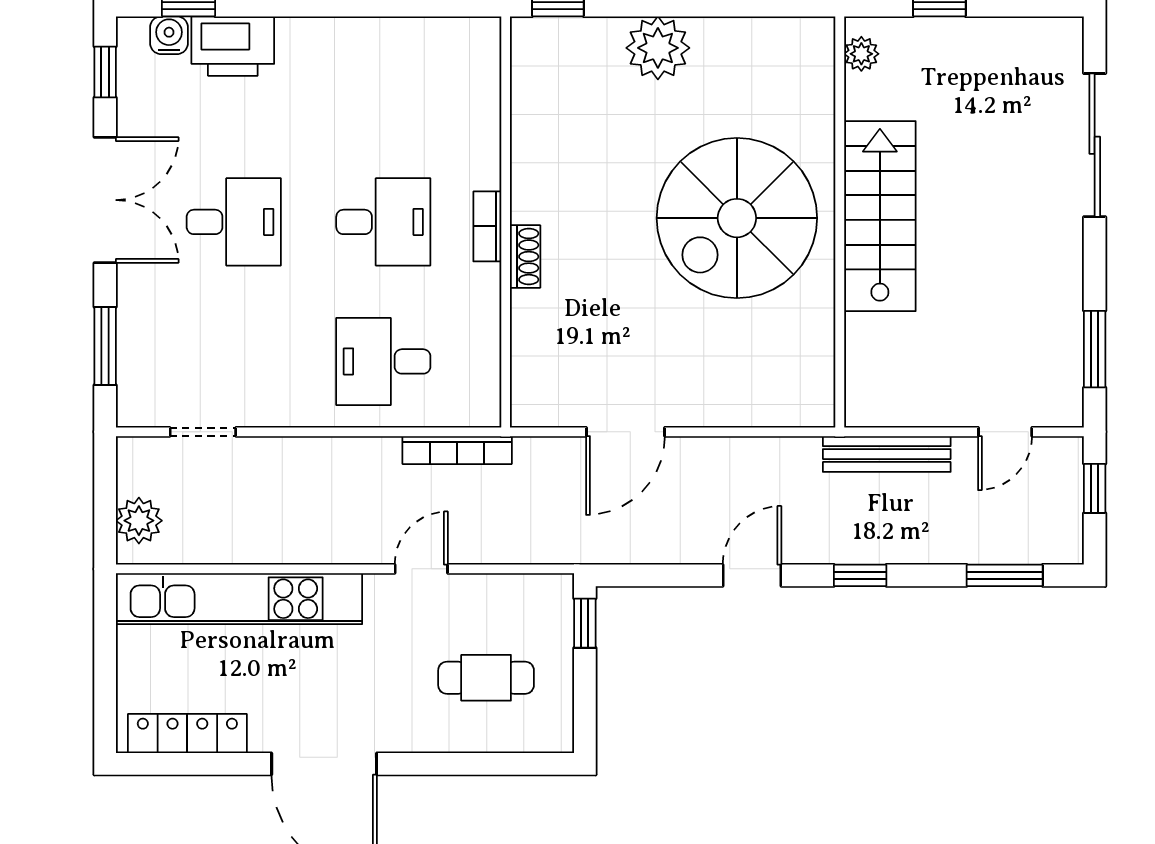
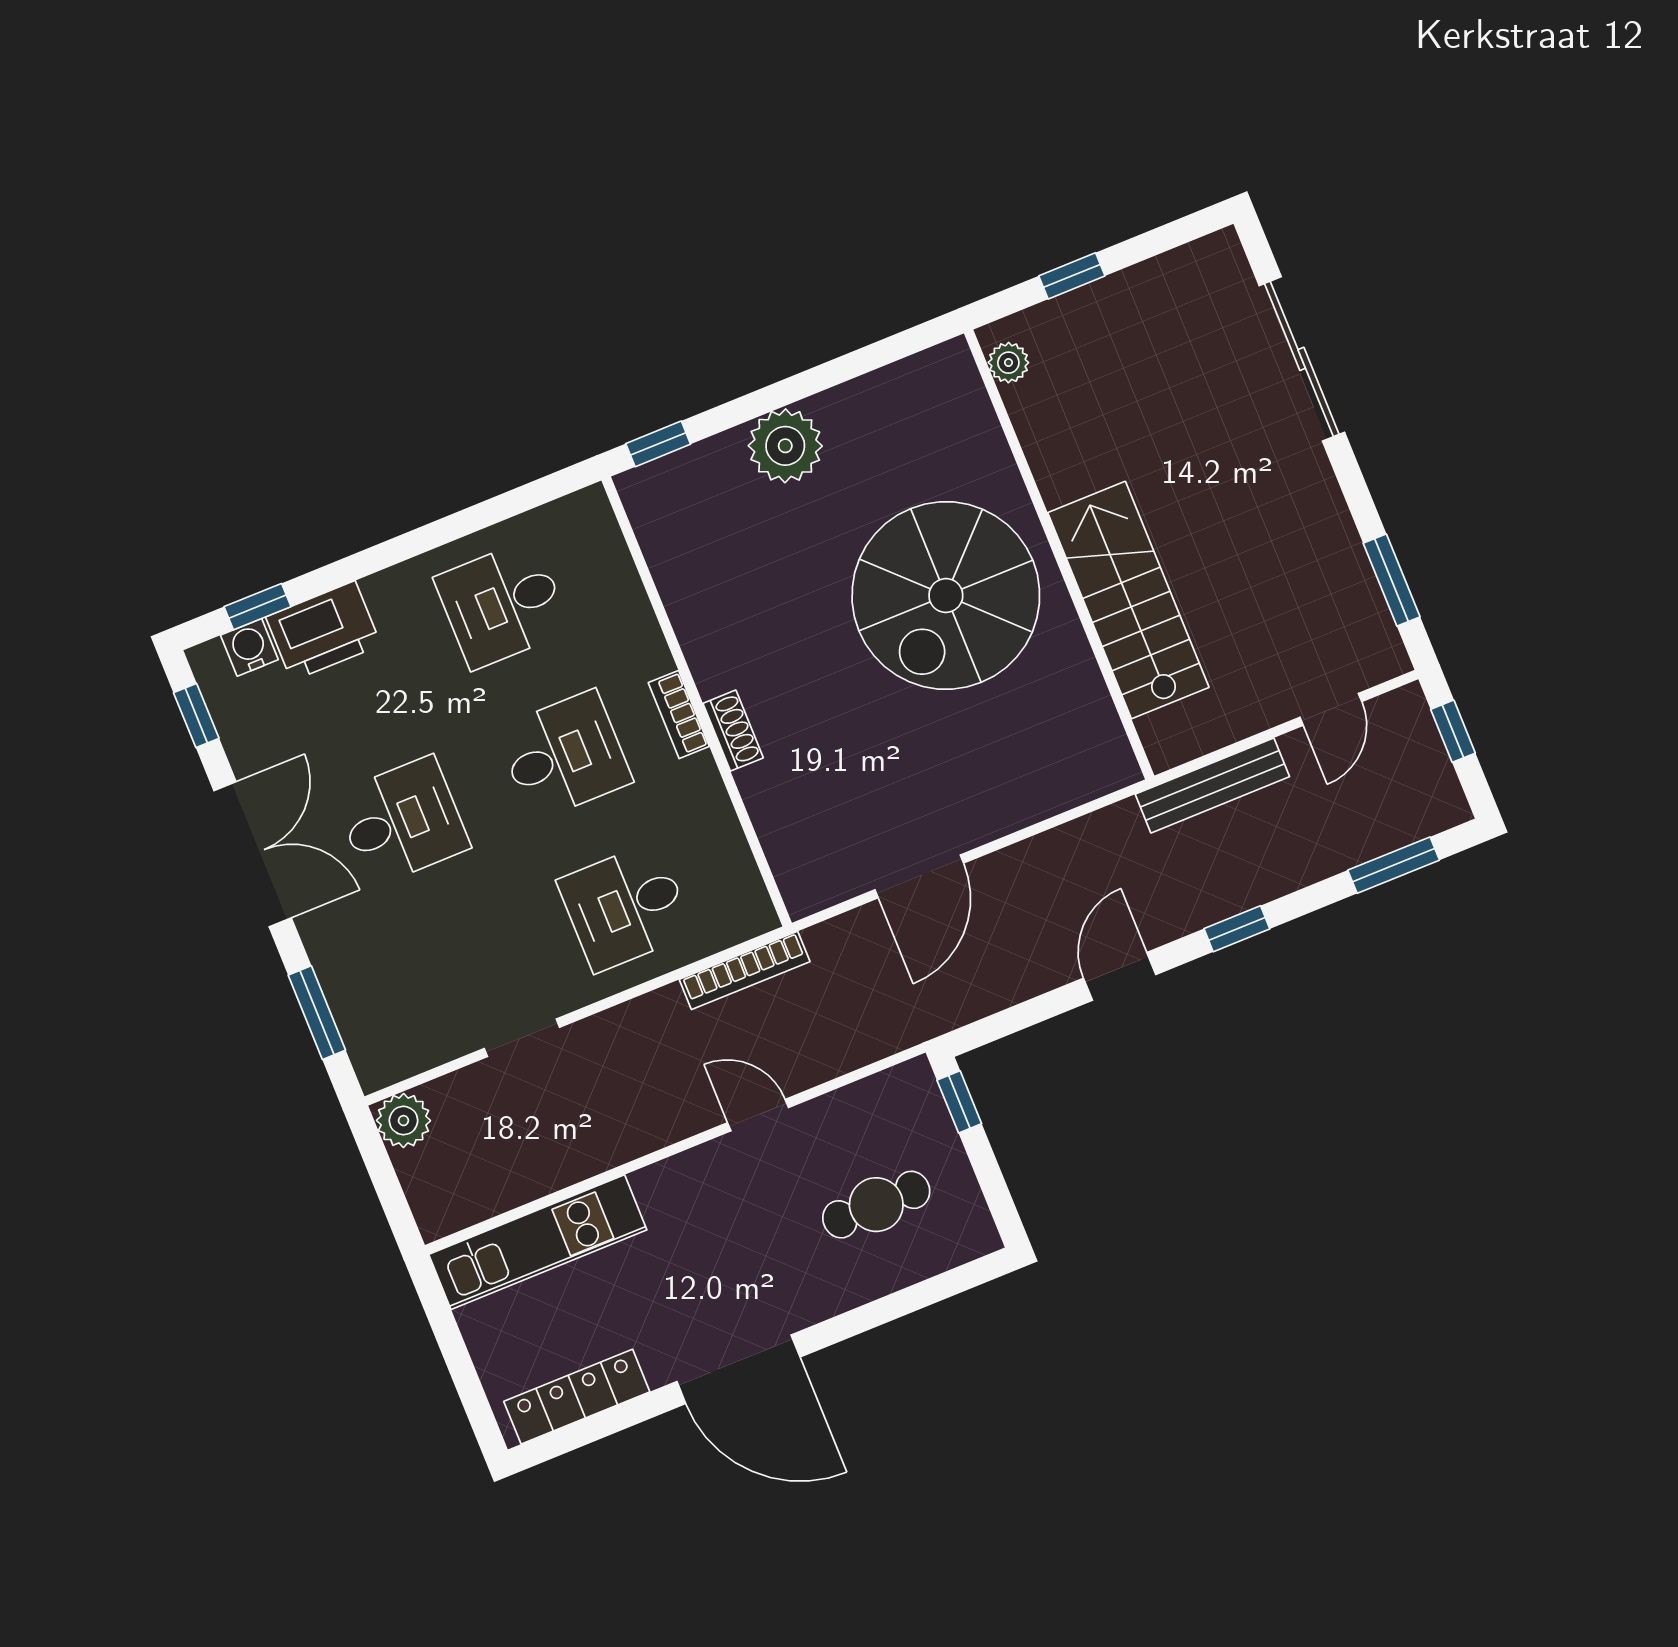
desk: (383, 82) -> (503, 604), added
stairs: (880, 216) -> (1128, 600), moved
doorway: (203, 432) -> (522, 1038), moved
plant: (139, 521) -> (403, 1121), moved
door: (421, 569) -> (758, 1115), hinge flipped
kitchen unit: (239, 599) -> (538, 1242), width x0.73

